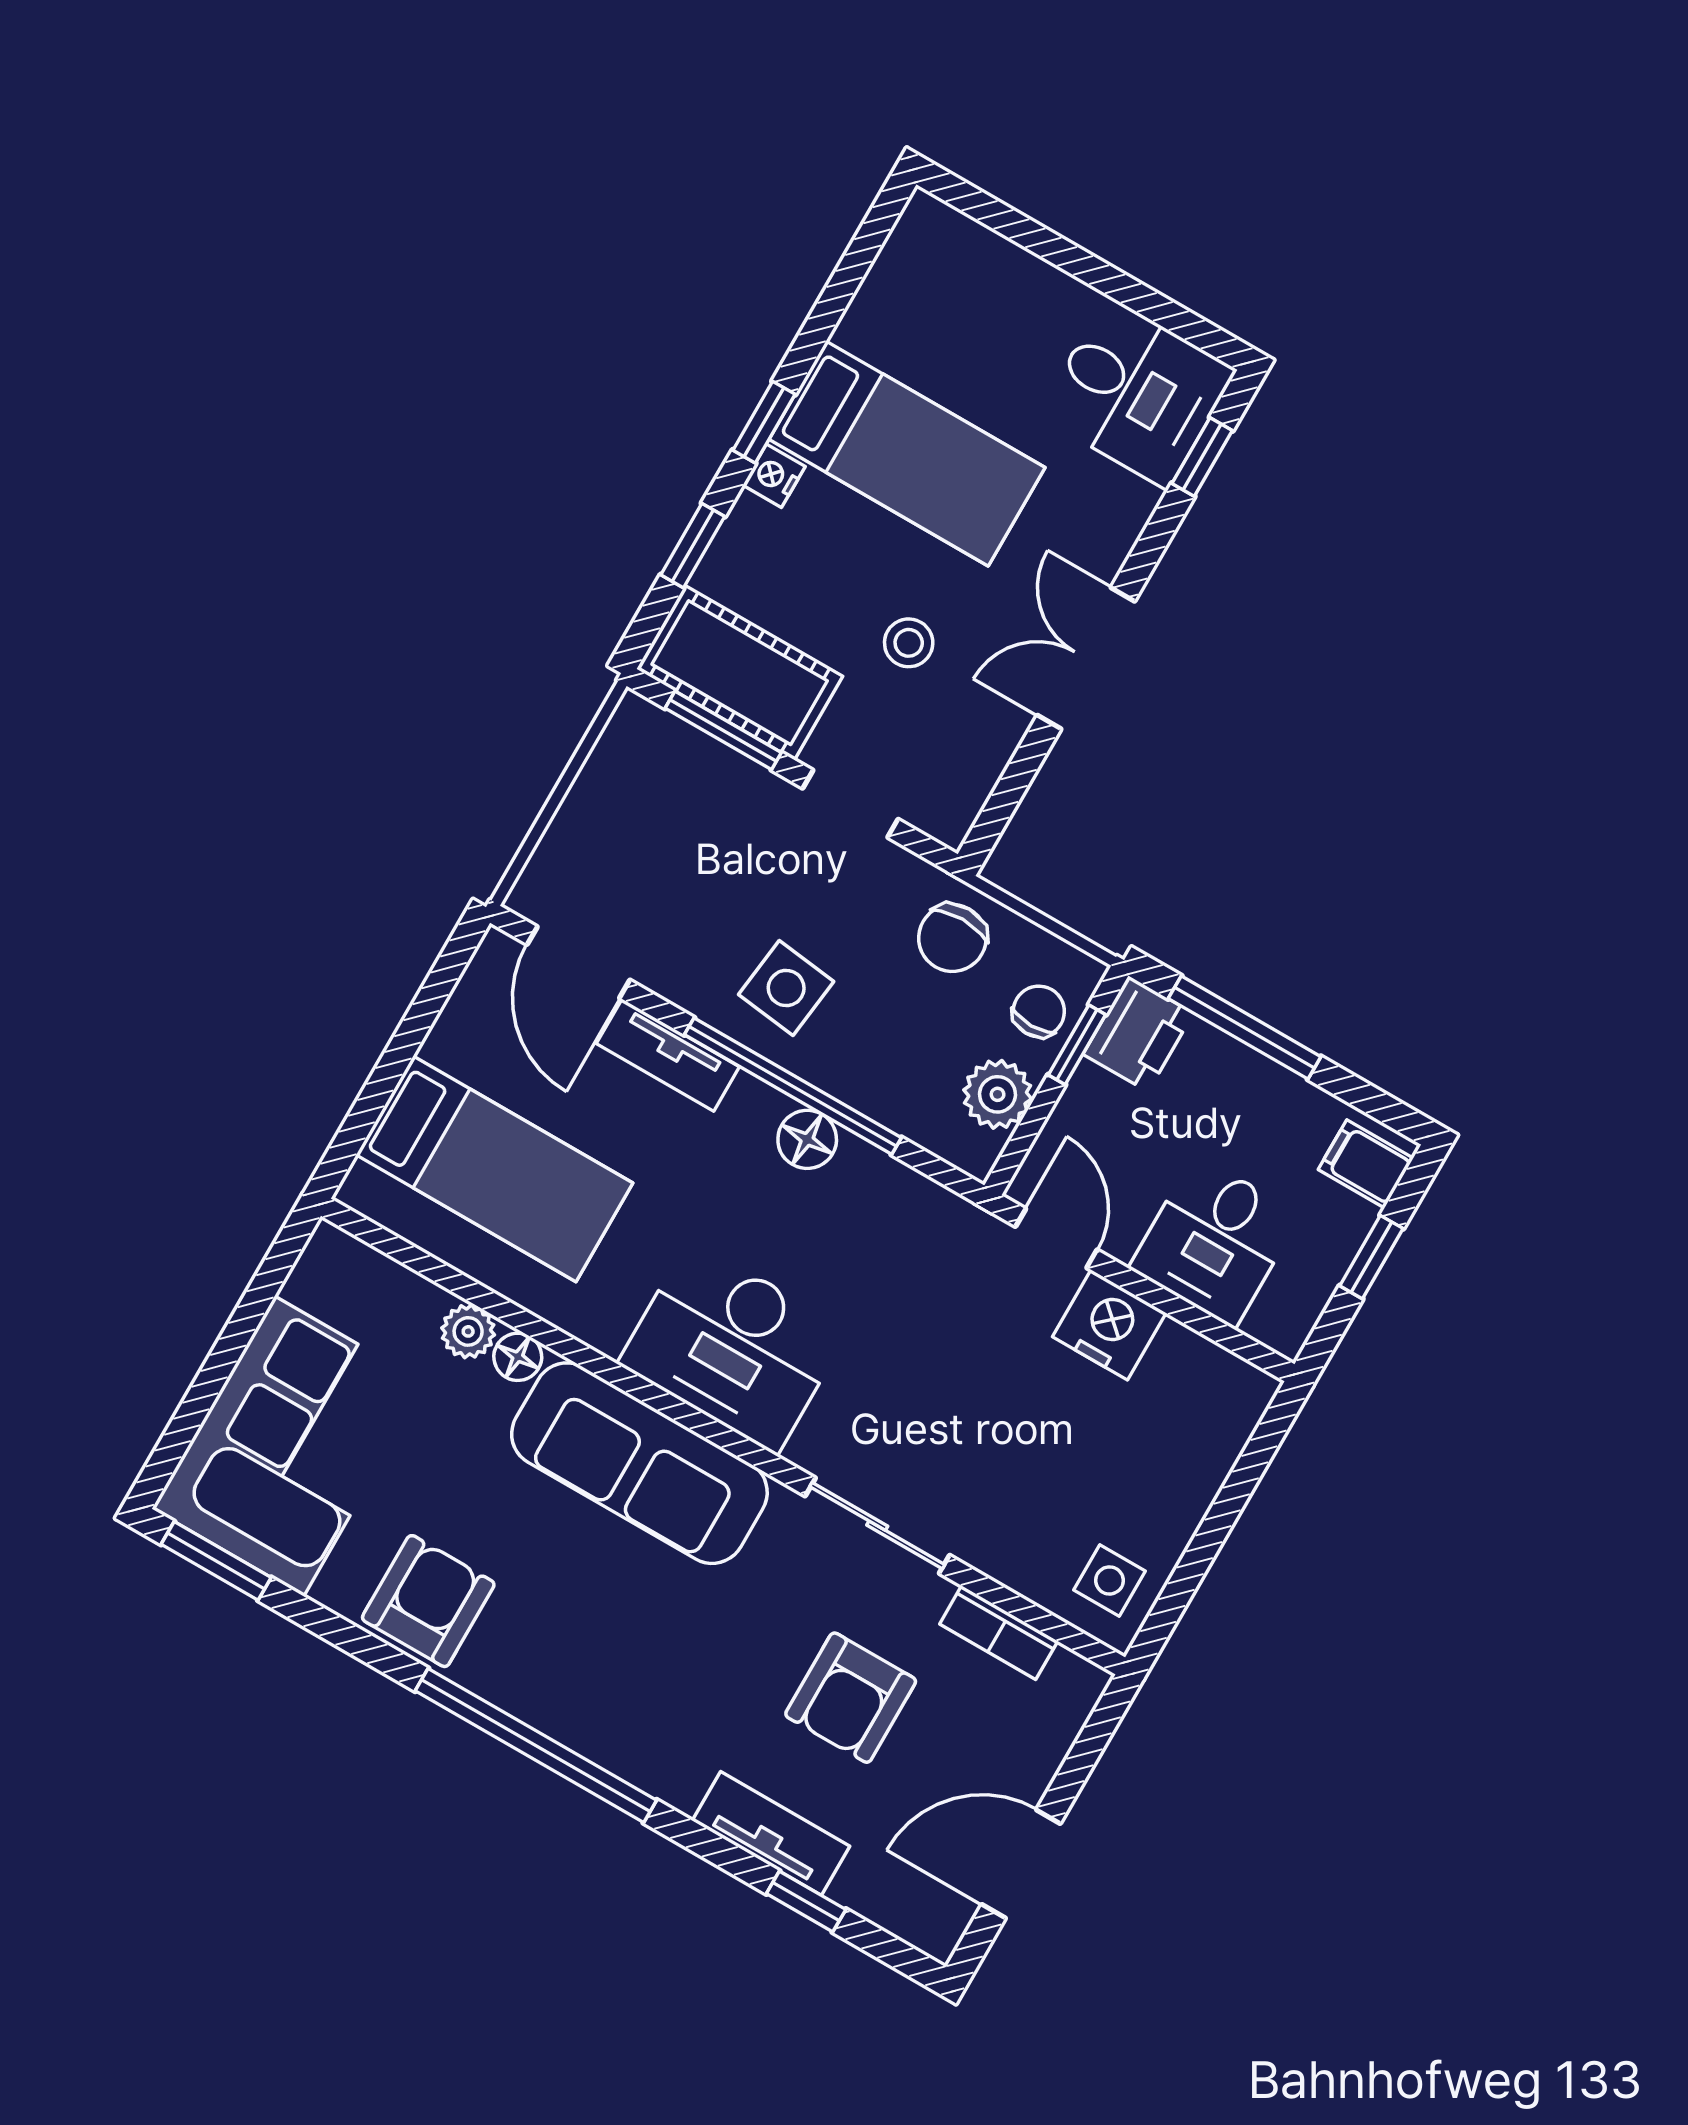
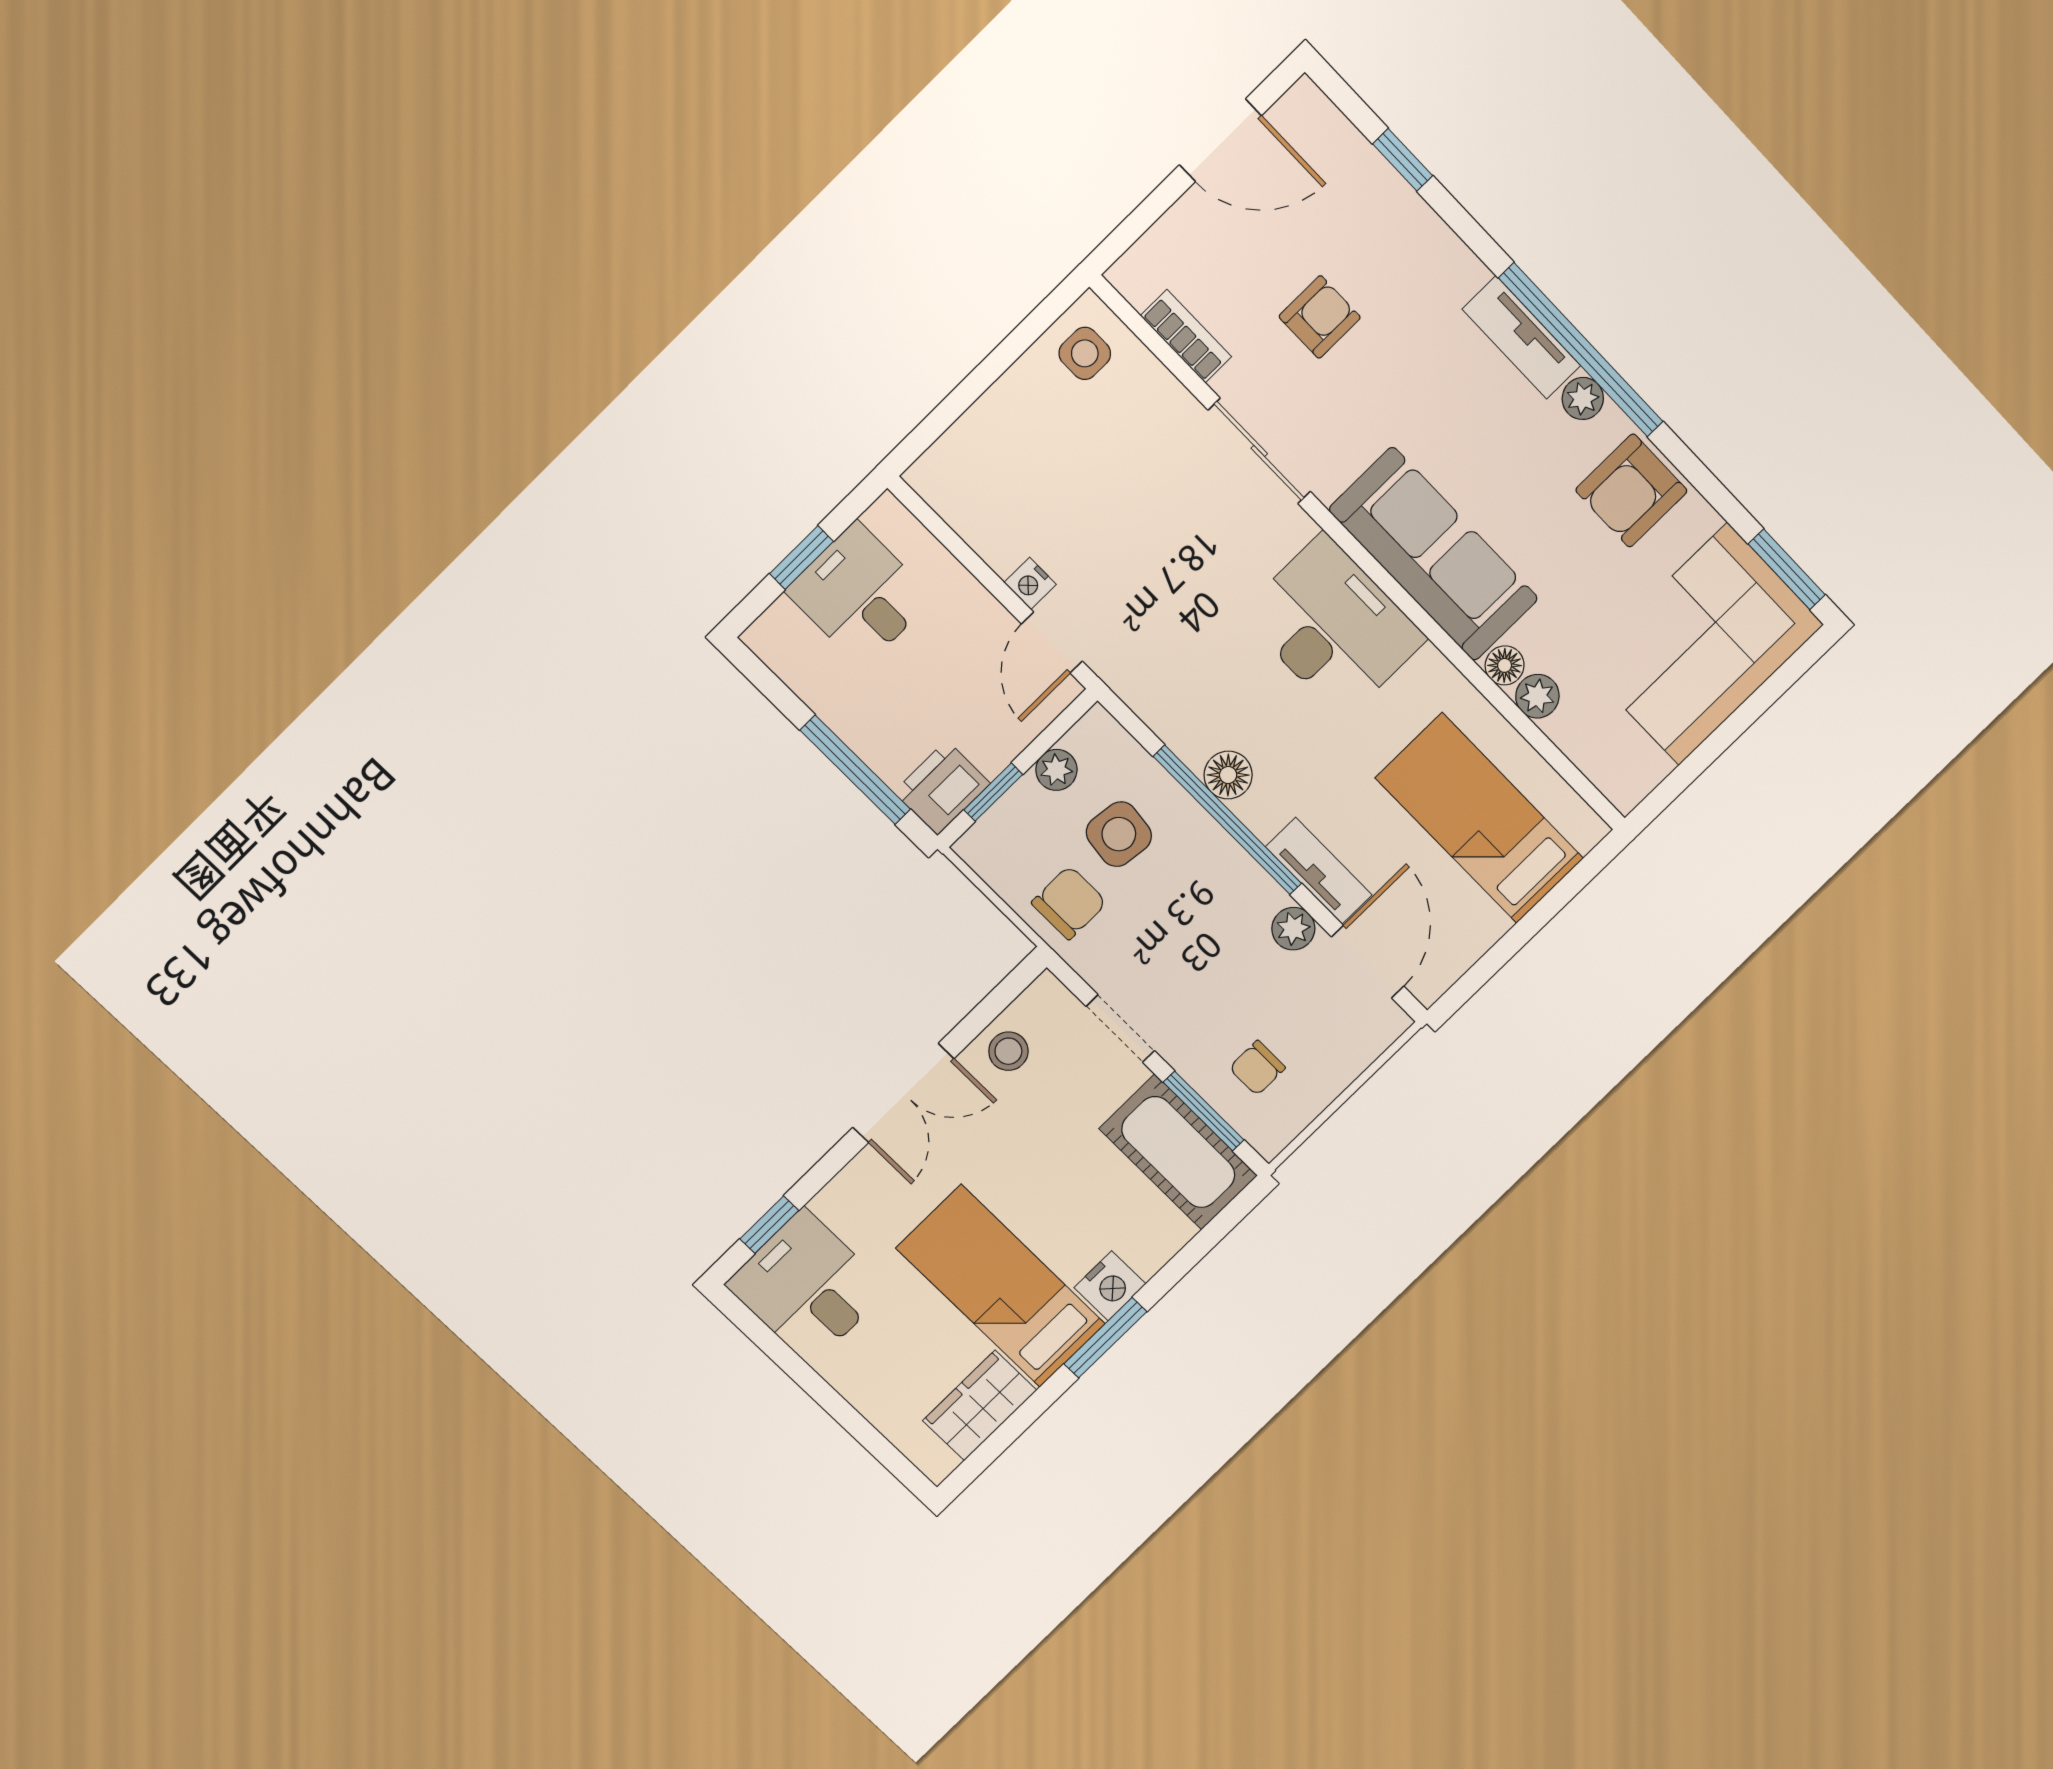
wardrobe: (892, 300) -> (980, 1405), added
window: (764, 422) -> (1105, 1338), width x1.50
nightstand: (774, 476) -> (1110, 1286), width x1.39, depth x1.35
window: (693, 546) -> (1187, 1258), removed
stool: (909, 643) -> (1008, 1051), moved
plant: (678, 978) -> (1293, 929), added
side table: (786, 988) -> (1119, 834), moved
chair: (1039, 1011) -> (1257, 1068), moved
plant: (998, 1094) -> (1056, 770), width x0.73, depth x0.73
filing cabinet: (1366, 1164) -> (786, 634), removed
desk: (1215, 1241) -> (860, 595), moved, turned -90
nightstand: (1109, 1325) -> (1030, 583), width x0.53, depth x0.56
plant: (517, 1691) -> (1583, 398), added
armchair: (851, 1698) -> (1320, 317), width x0.72, depth x0.72
tv unit: (771, 1833) -> (1521, 337), moved

